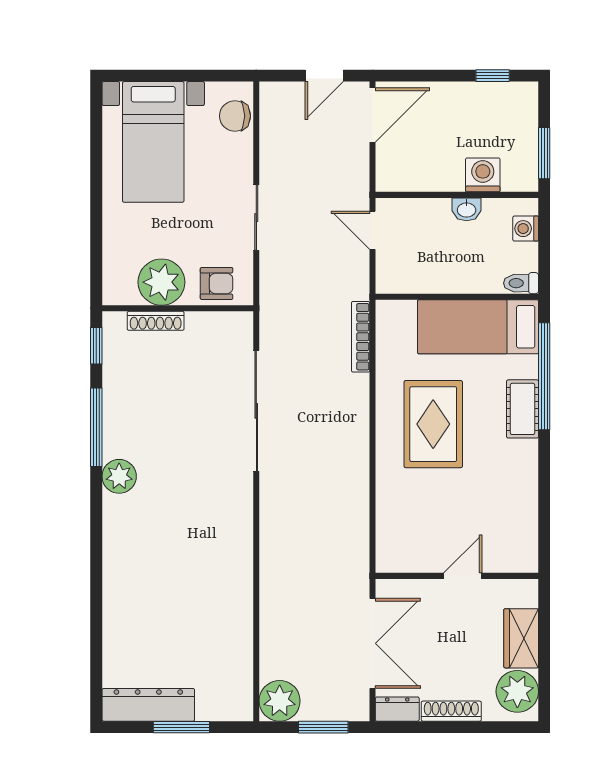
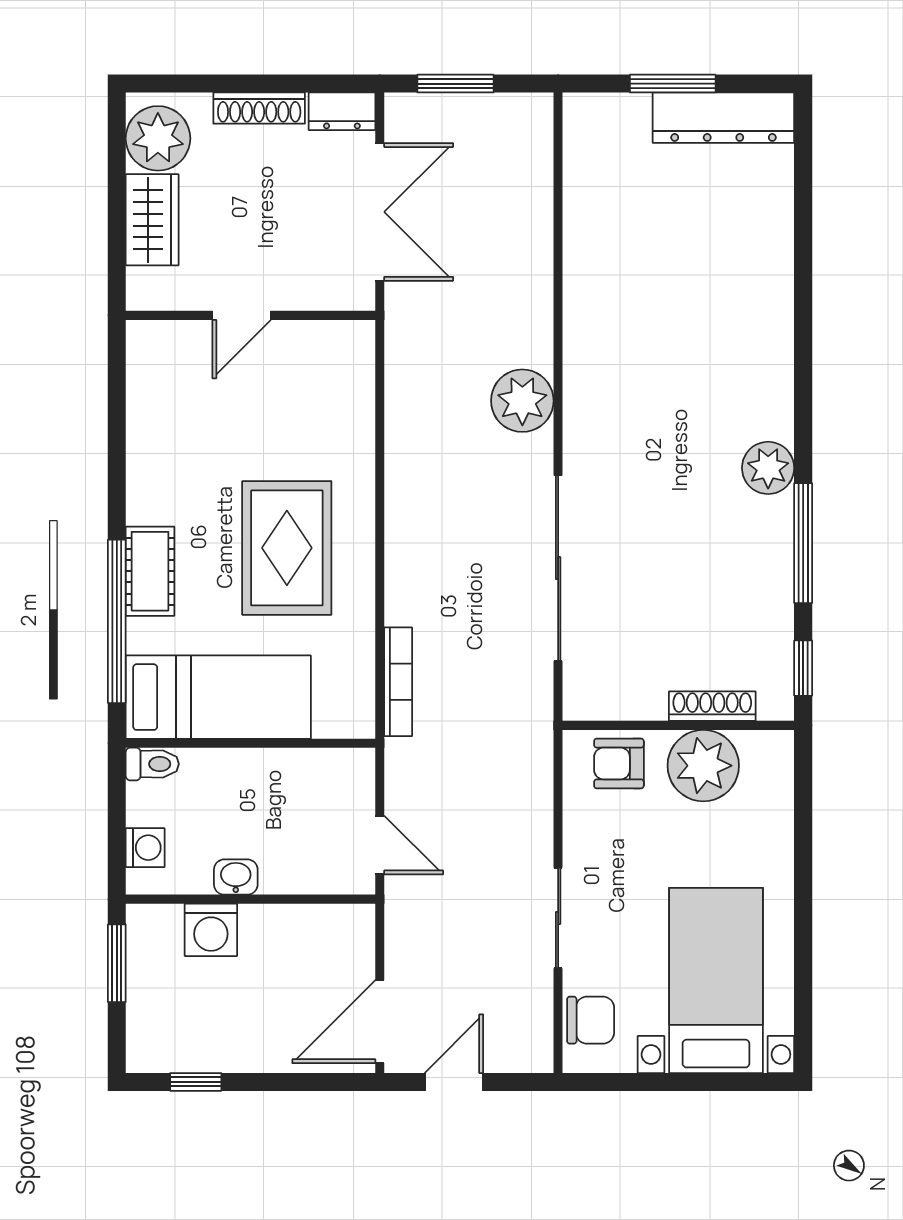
sliding door: (256, 218) -> (558, 918), moved
double door: (373, 643) -> (380, 212), swing flipped
plant: (280, 701) -> (522, 401), moved

